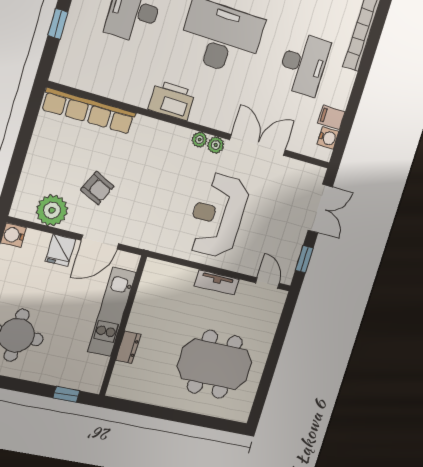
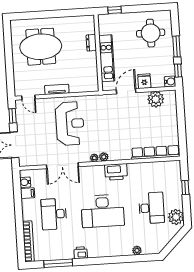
plant: (216, 145) -> (104, 157), moved
armchair: (97, 188) -> (137, 117), removed

